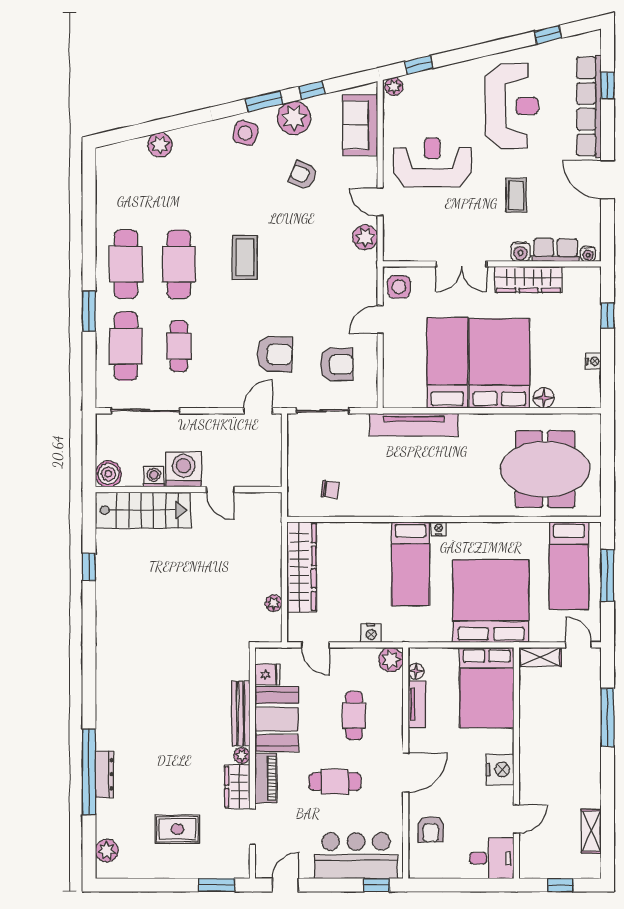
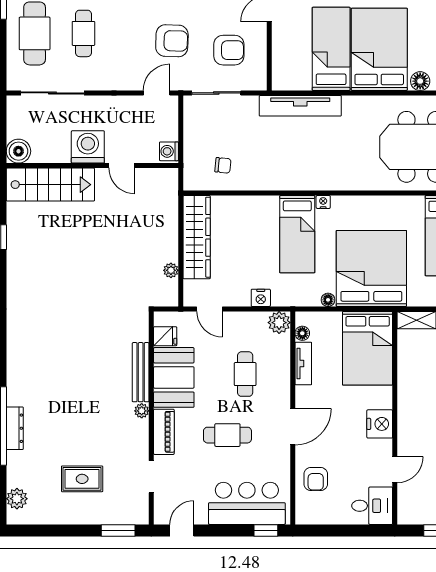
washing machine: (154, 477) -> (169, 151), moved, turned -90
floor lamp: (444, 635) -> (328, 300), added
wardrobe: (237, 787) -> (137, 440), removed

